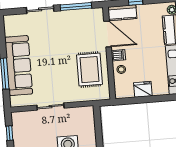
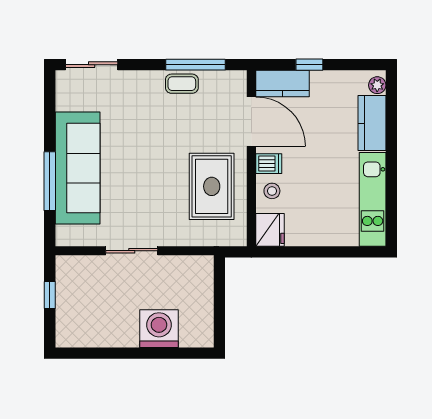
sliding door: (40, 9) -> (92, 65), moved
coffee table: (70, 17) -> (182, 84), added
fridge: (143, 89) -> (270, 230), moved, turned 90

